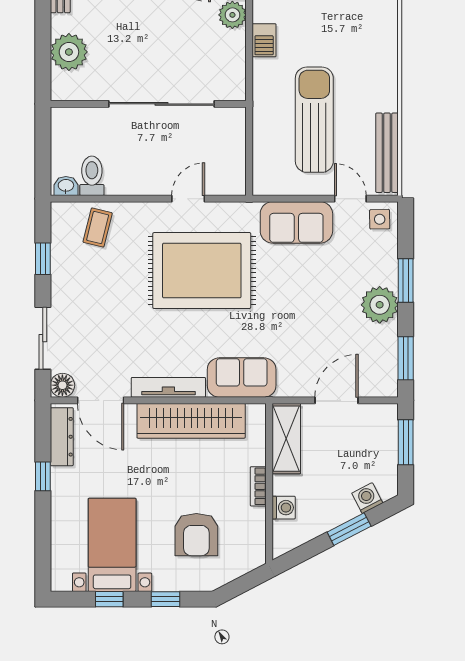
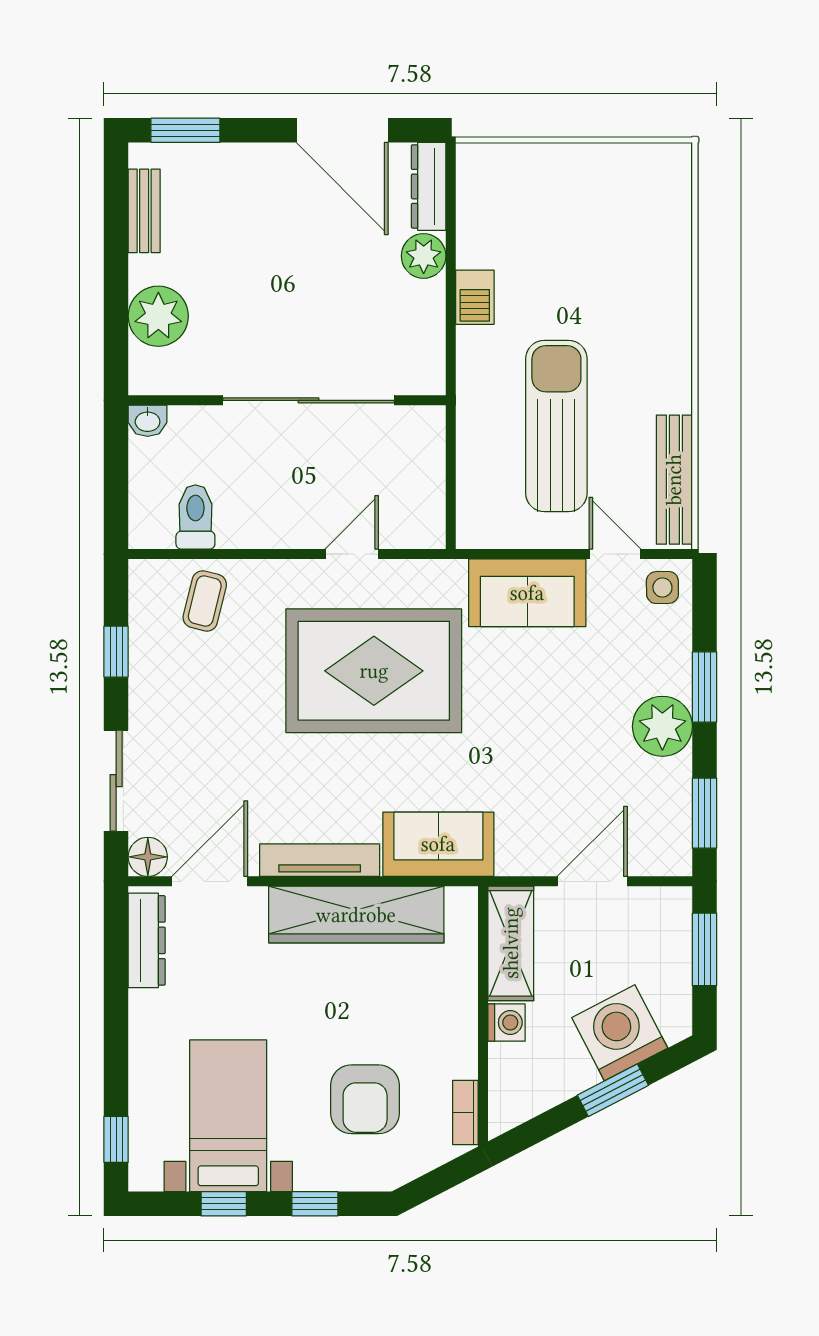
washbasin: (66, 186) -> (148, 421), moved, turned 180
door: (101, 400) -> (210, 881), swing flipped
window: (43, 476) -> (116, 1139), moved
bookcase: (258, 486) -> (465, 1112), moved
washing machine: (367, 498) -> (620, 1033), width x1.89, depth x1.89
washing machine: (284, 508) -> (507, 1023), moved

